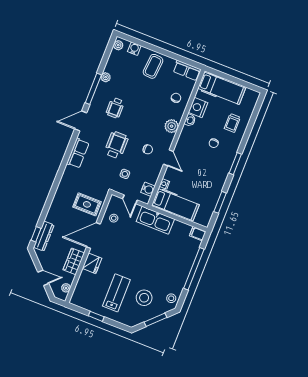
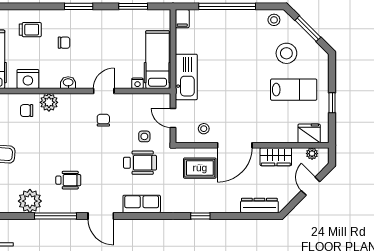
plant: (106, 77) -> (30, 201), width x1.87, depth x1.87
washbasin: (190, 120) -> (68, 83), moved
plant: (172, 126) -> (49, 102), moved
wheelchair: (116, 145) -> (140, 163), moved, turned 180
water cooler: (148, 189) -> (152, 101), removed
door: (130, 199) -> (173, 118), swing flipped
rug: (87, 204) -> (200, 168), turned 90
window: (36, 234) -> (200, 216), moved
door: (93, 235) -> (235, 145), hinge flipped
fridge: (92, 263) -> (309, 133), moved
lab bench: (116, 293) -> (294, 90), turned 180

